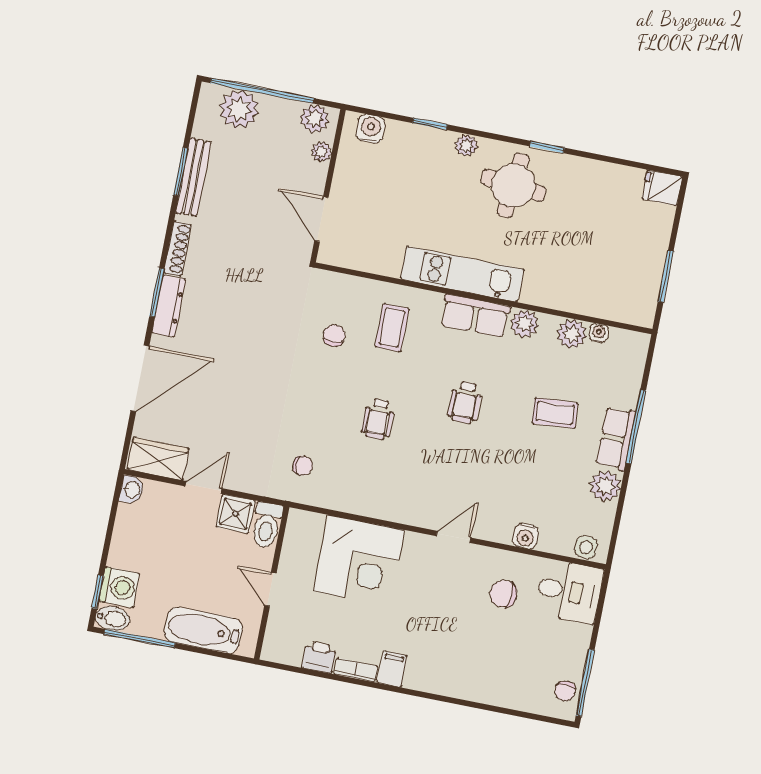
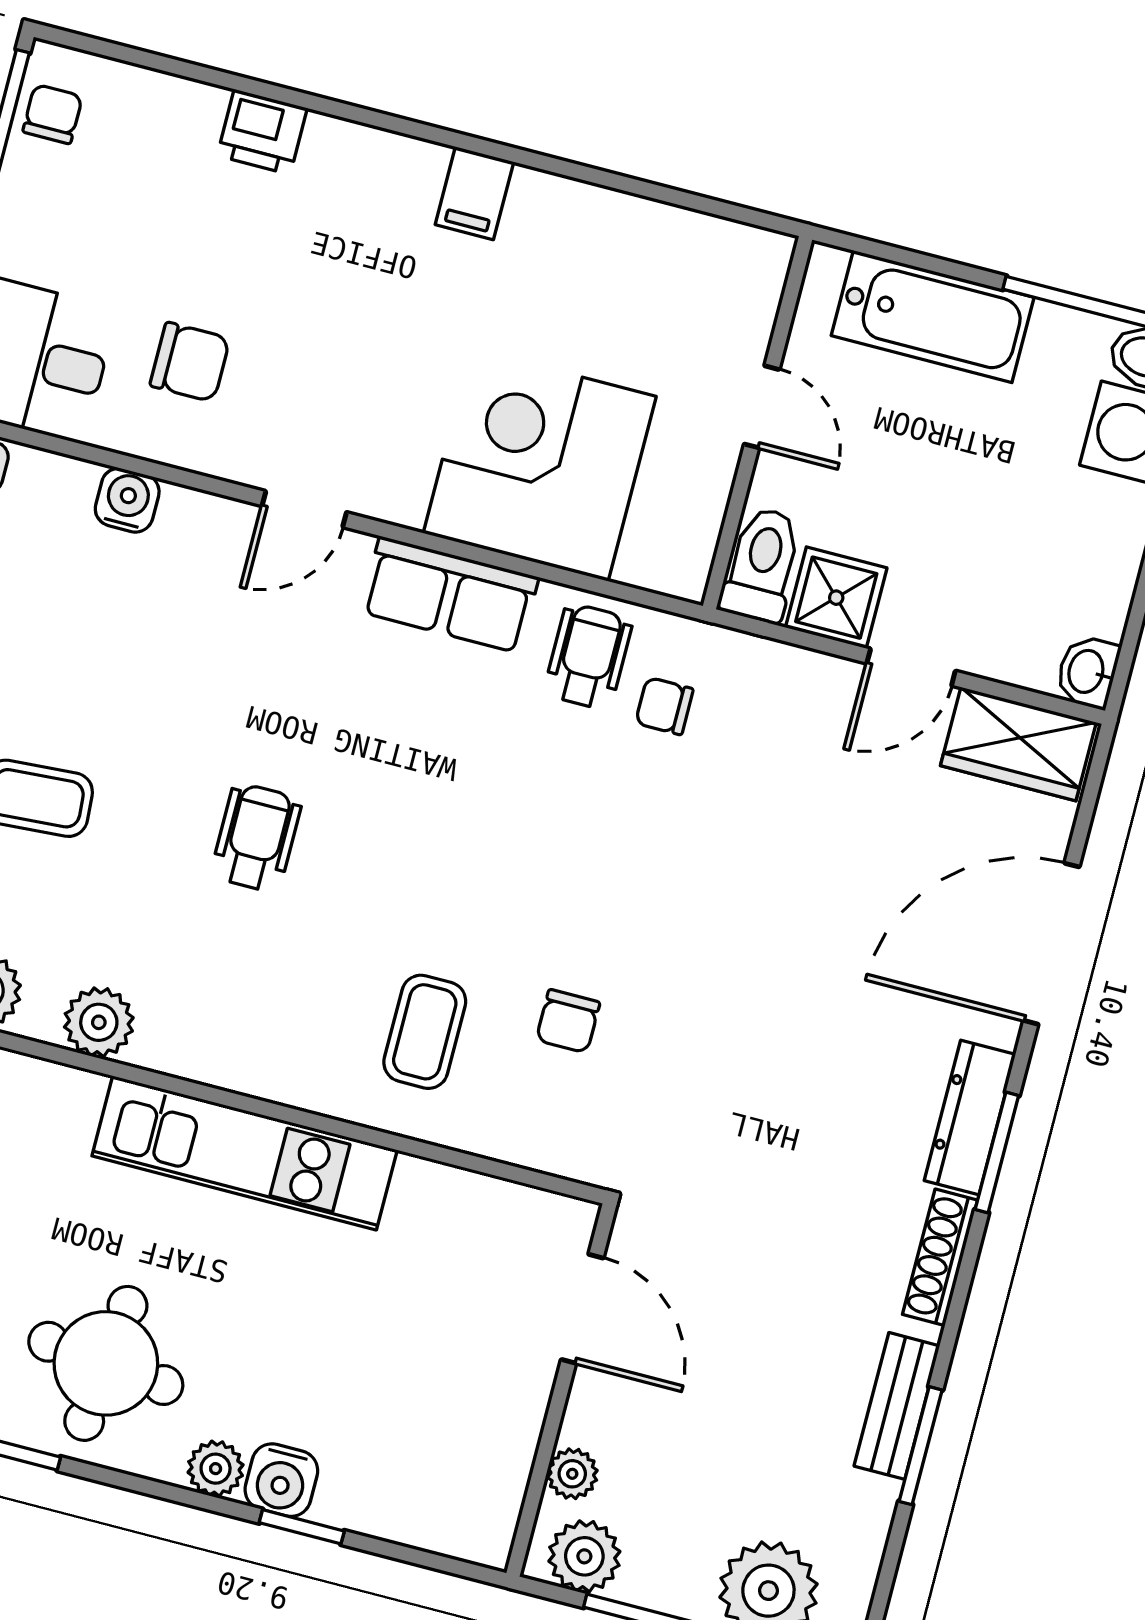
water cooler: (371, 129) -> (281, 1480), moved
bench: (193, 177) -> (897, 1406), width x0.73
row of seats: (475, 316) -> (450, 595), moved, turned 180
wheelchair: (378, 419) -> (588, 657), moved
printer: (319, 657) -> (262, 132), moved
bookcase: (356, 670) -> (564, 196), removed

